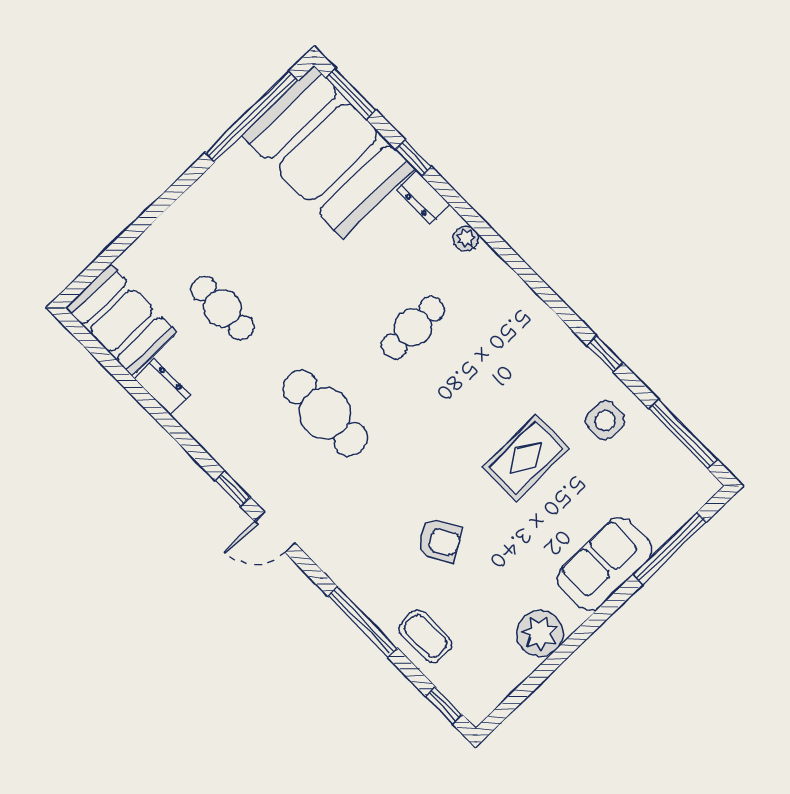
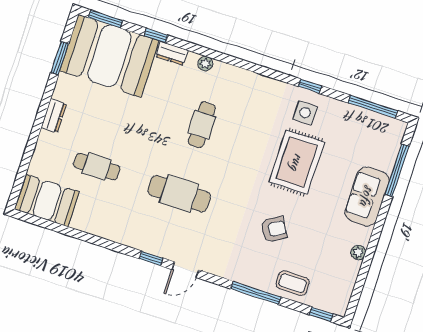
window: (252, 117) -> (60, 58), width x0.47
dresser: (162, 386) -> (54, 116), moved, turned 90
side table: (605, 420) -> (305, 113), moved
rug: (526, 458) -> (297, 162), width x1.36, depth x1.43
plant: (540, 633) -> (358, 252), width x0.53, depth x0.53

